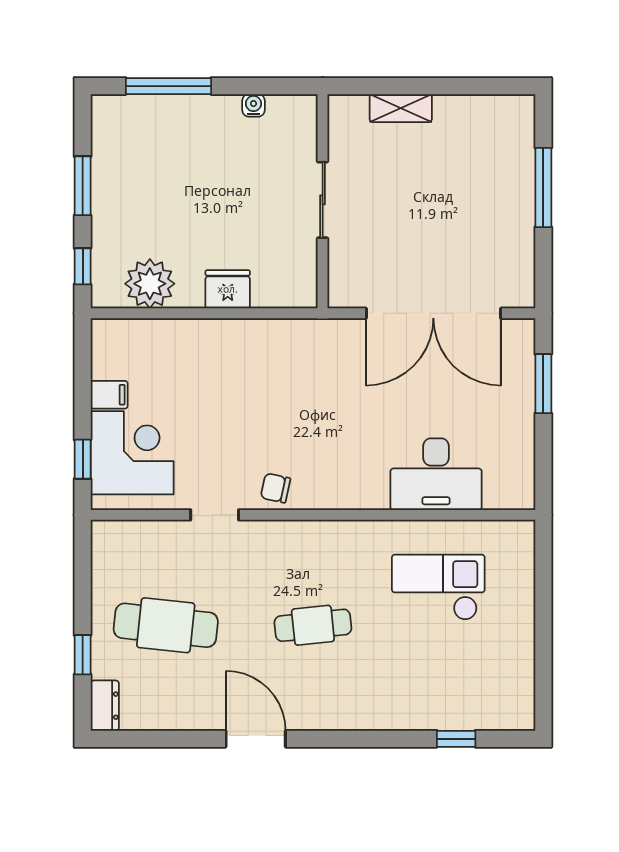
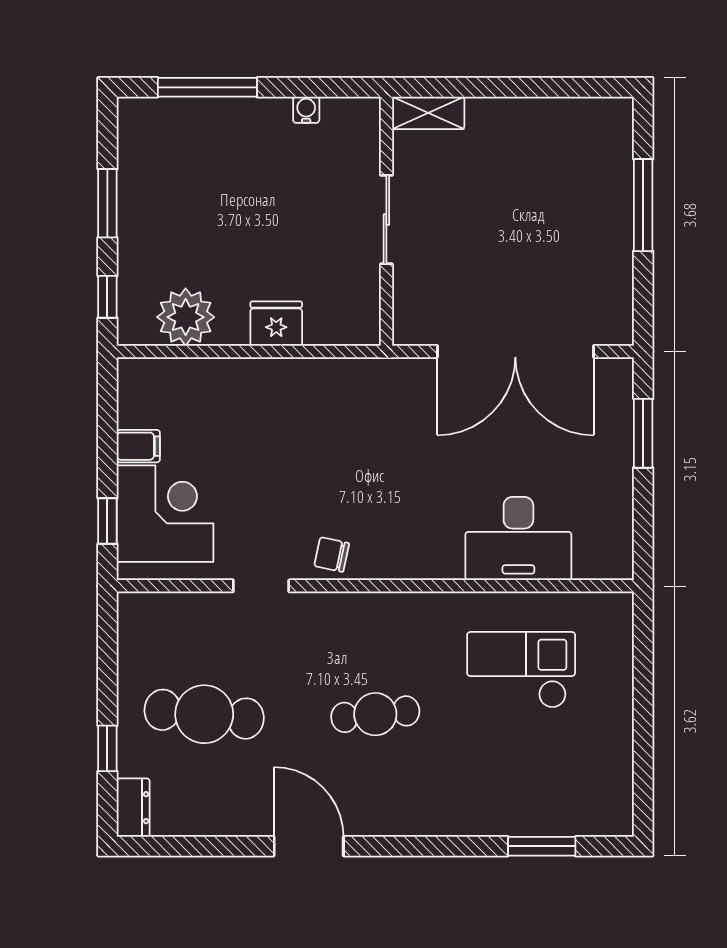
shelving: (401, 108) -> (428, 113), moved
window: (456, 739) -> (542, 846), width x1.50

